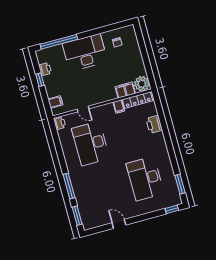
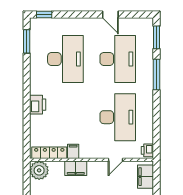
filing cabinet: (125, 90) -> (76, 168), moved
filing cabinet: (55, 102) -> (146, 177), width x2.00
door: (83, 109) -> (115, 160), swing flipped
printer: (154, 124) -> (38, 105), moved
desk: (103, 190) -> (118, 59), added

